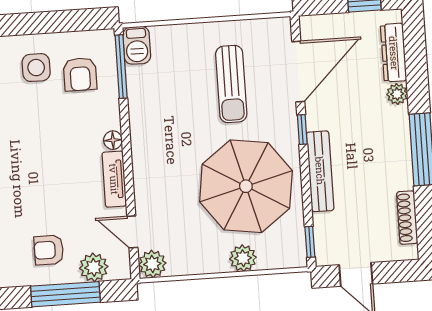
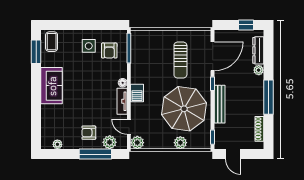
barbecue: (137, 45) -> (137, 93), moved

